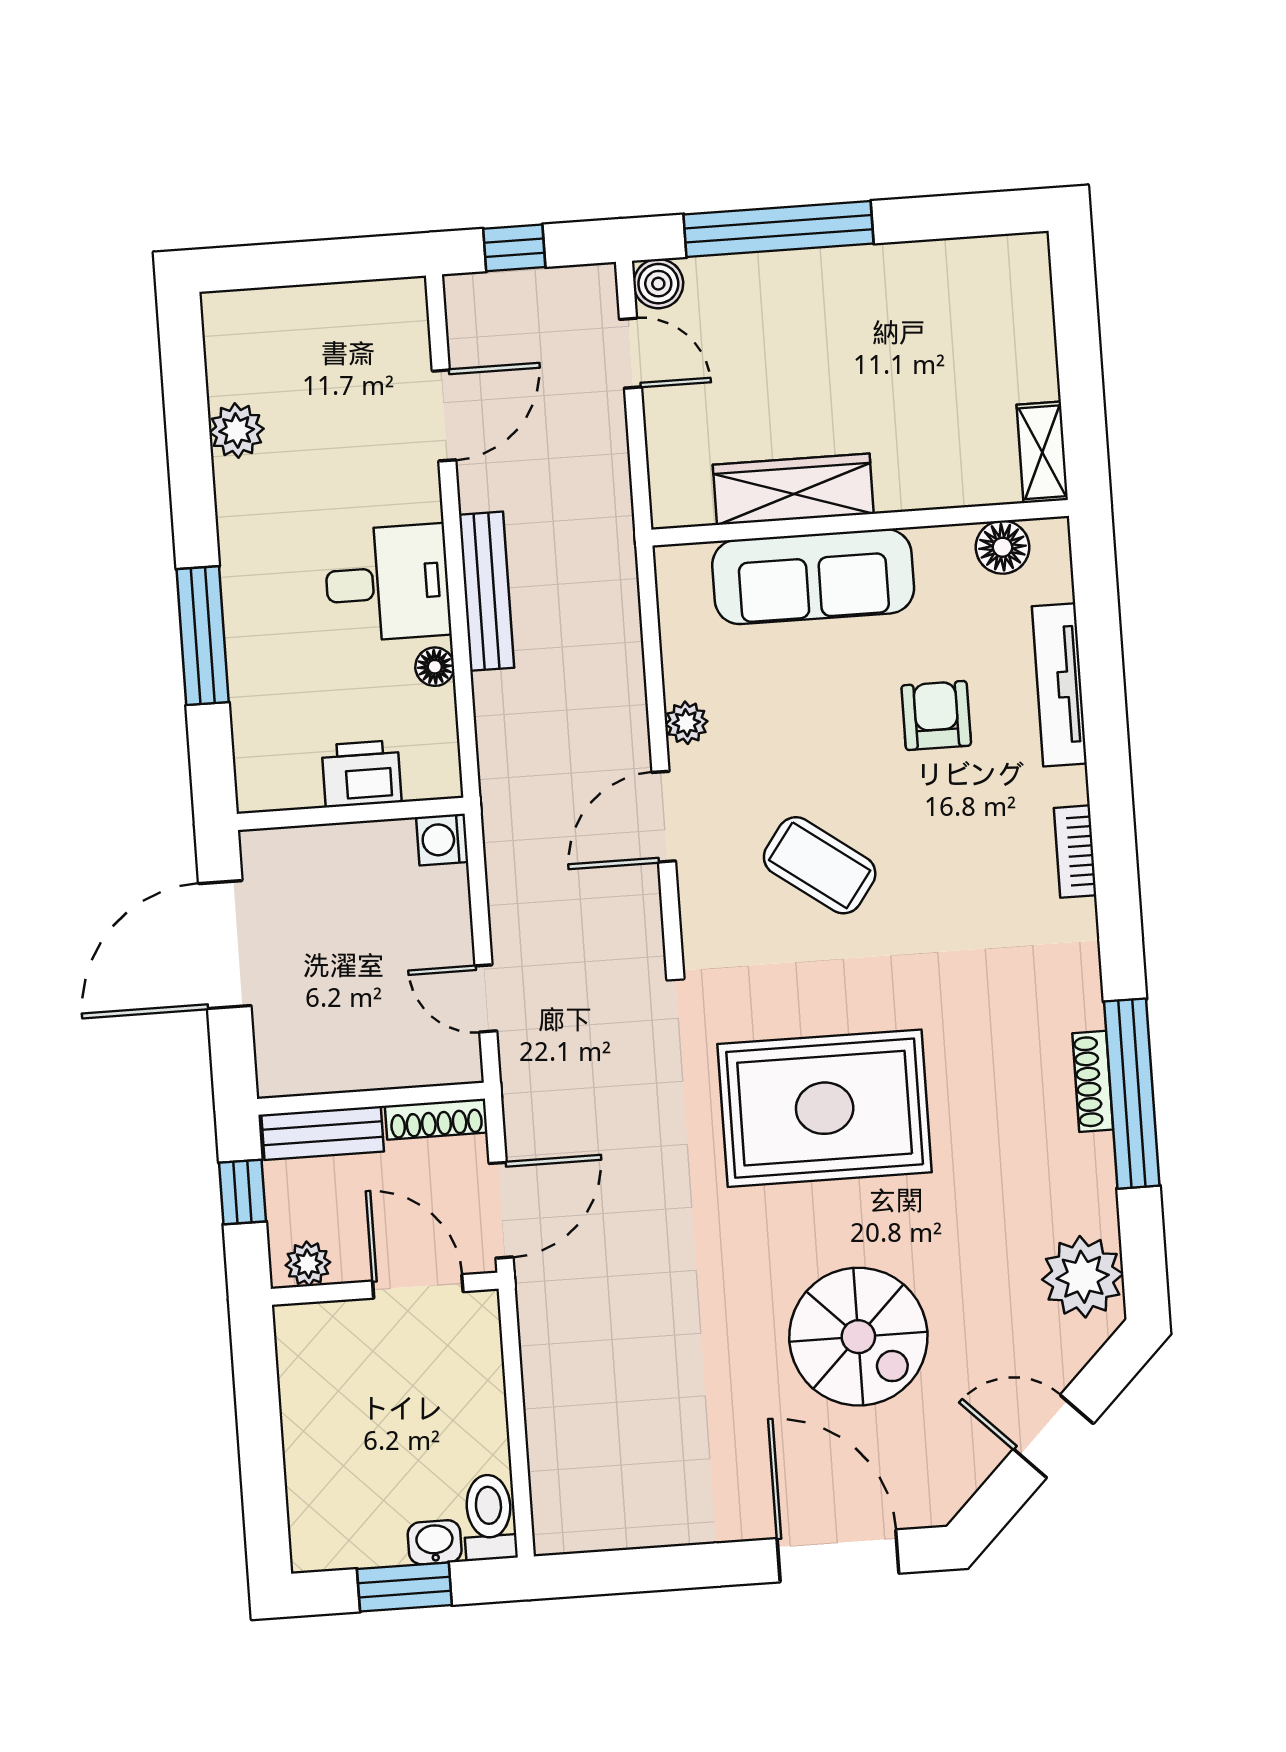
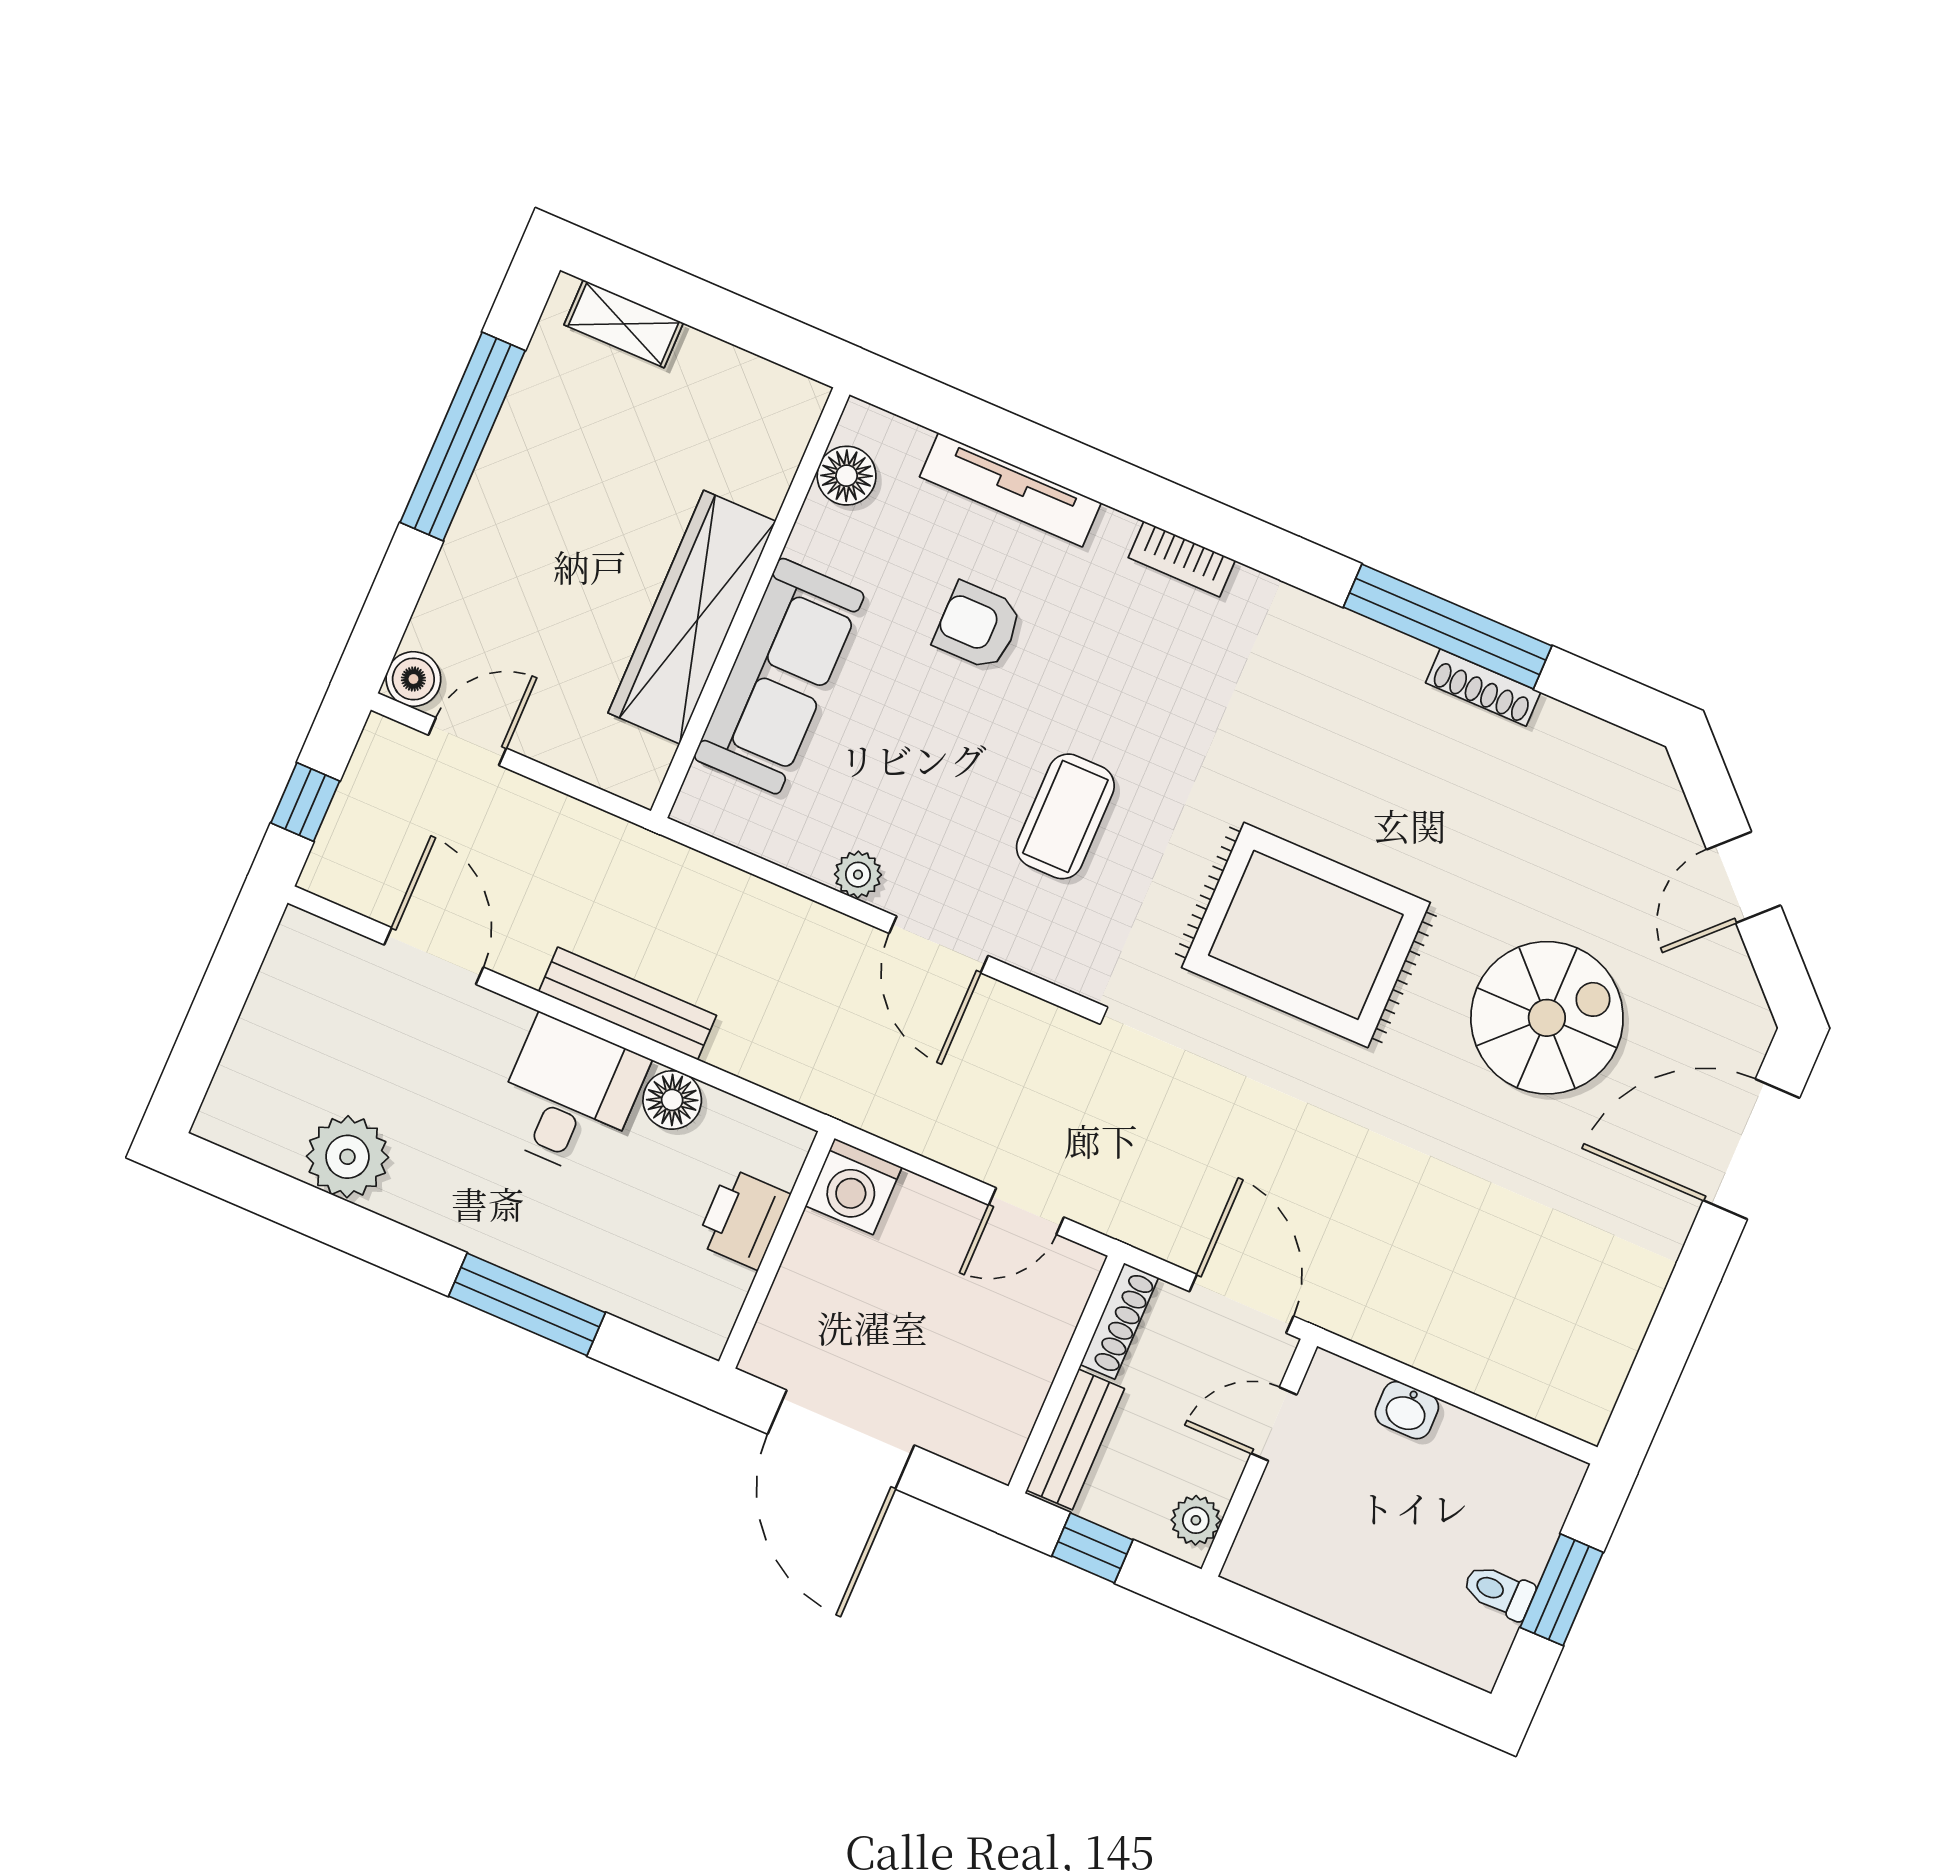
window: (779, 229) -> (463, 437), moved
plant: (237, 430) -> (347, 1157), width x1.36, depth x1.36
shelving: (1042, 452) -> (624, 324), moved
wardrobe: (793, 489) -> (692, 617), width x1.40, depth x1.17
floor lamp: (435, 667) -> (672, 1100), width x1.37, depth x1.37
washing machine: (442, 840) -> (854, 1187), width x1.38, depth x1.38
coffee table: (820, 865) -> (1065, 816), turned -36
shoe rack: (1093, 1081) -> (1483, 688), moved
rug: (825, 1108) -> (1306, 935), turned 90
plant: (1083, 1277) -> (1602, 768), removed
door: (418, 1286) -> (1274, 1424), width x0.73
toilet: (489, 1517) -> (1499, 1591), moved, width x0.73, depth x0.72
washbasin: (435, 1542) -> (1407, 1410), moved, turned -90

